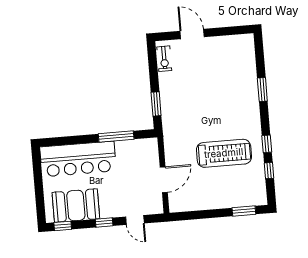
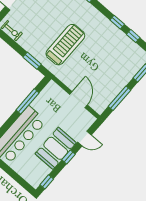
treadmill: (224, 153) -> (65, 45), moved
booth: (76, 205) -> (56, 148), moved
window: (202, 214) -> (119, 98), added

